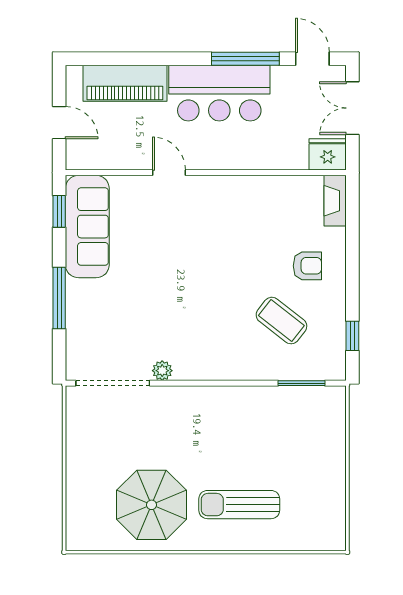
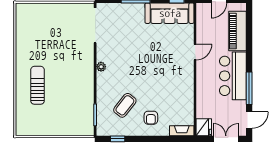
plant: (162, 371) -> (101, 67), moved
parasol: (152, 505) -> (37, 44), removed

